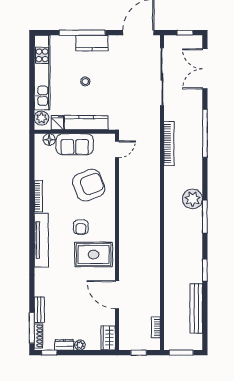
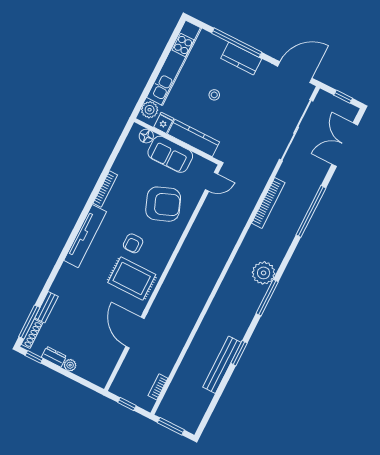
bench: (196, 308) -> (222, 365), moved
wardrobe: (108, 338) -> (103, 373), removed

